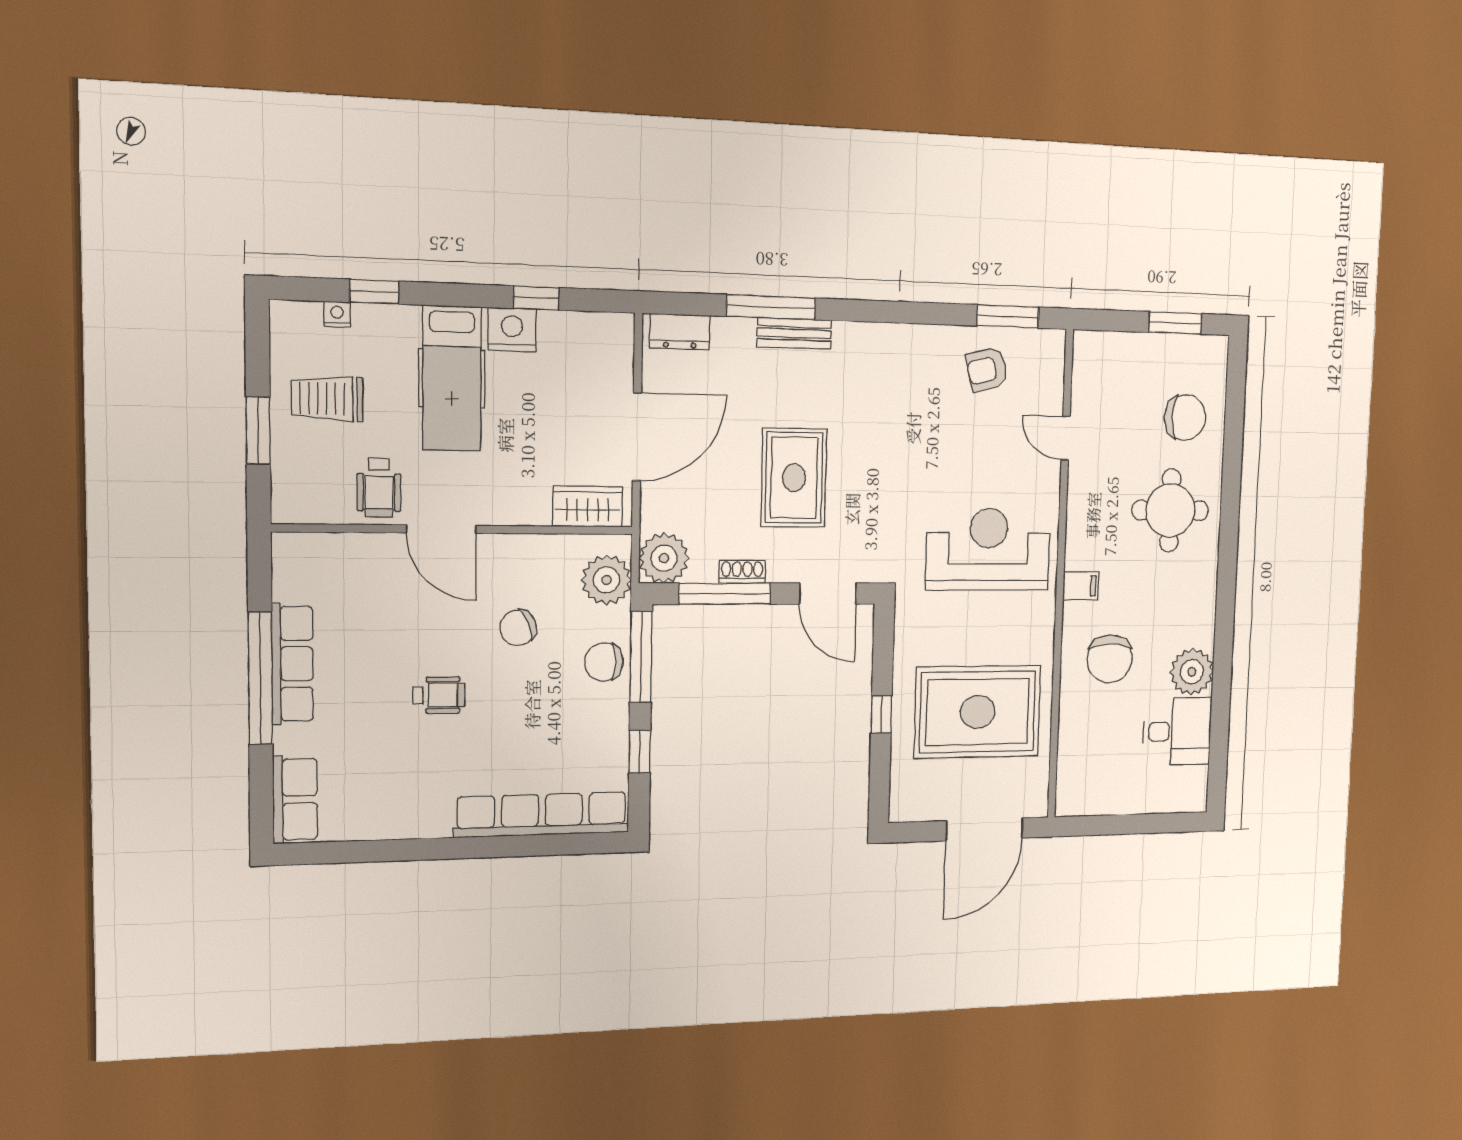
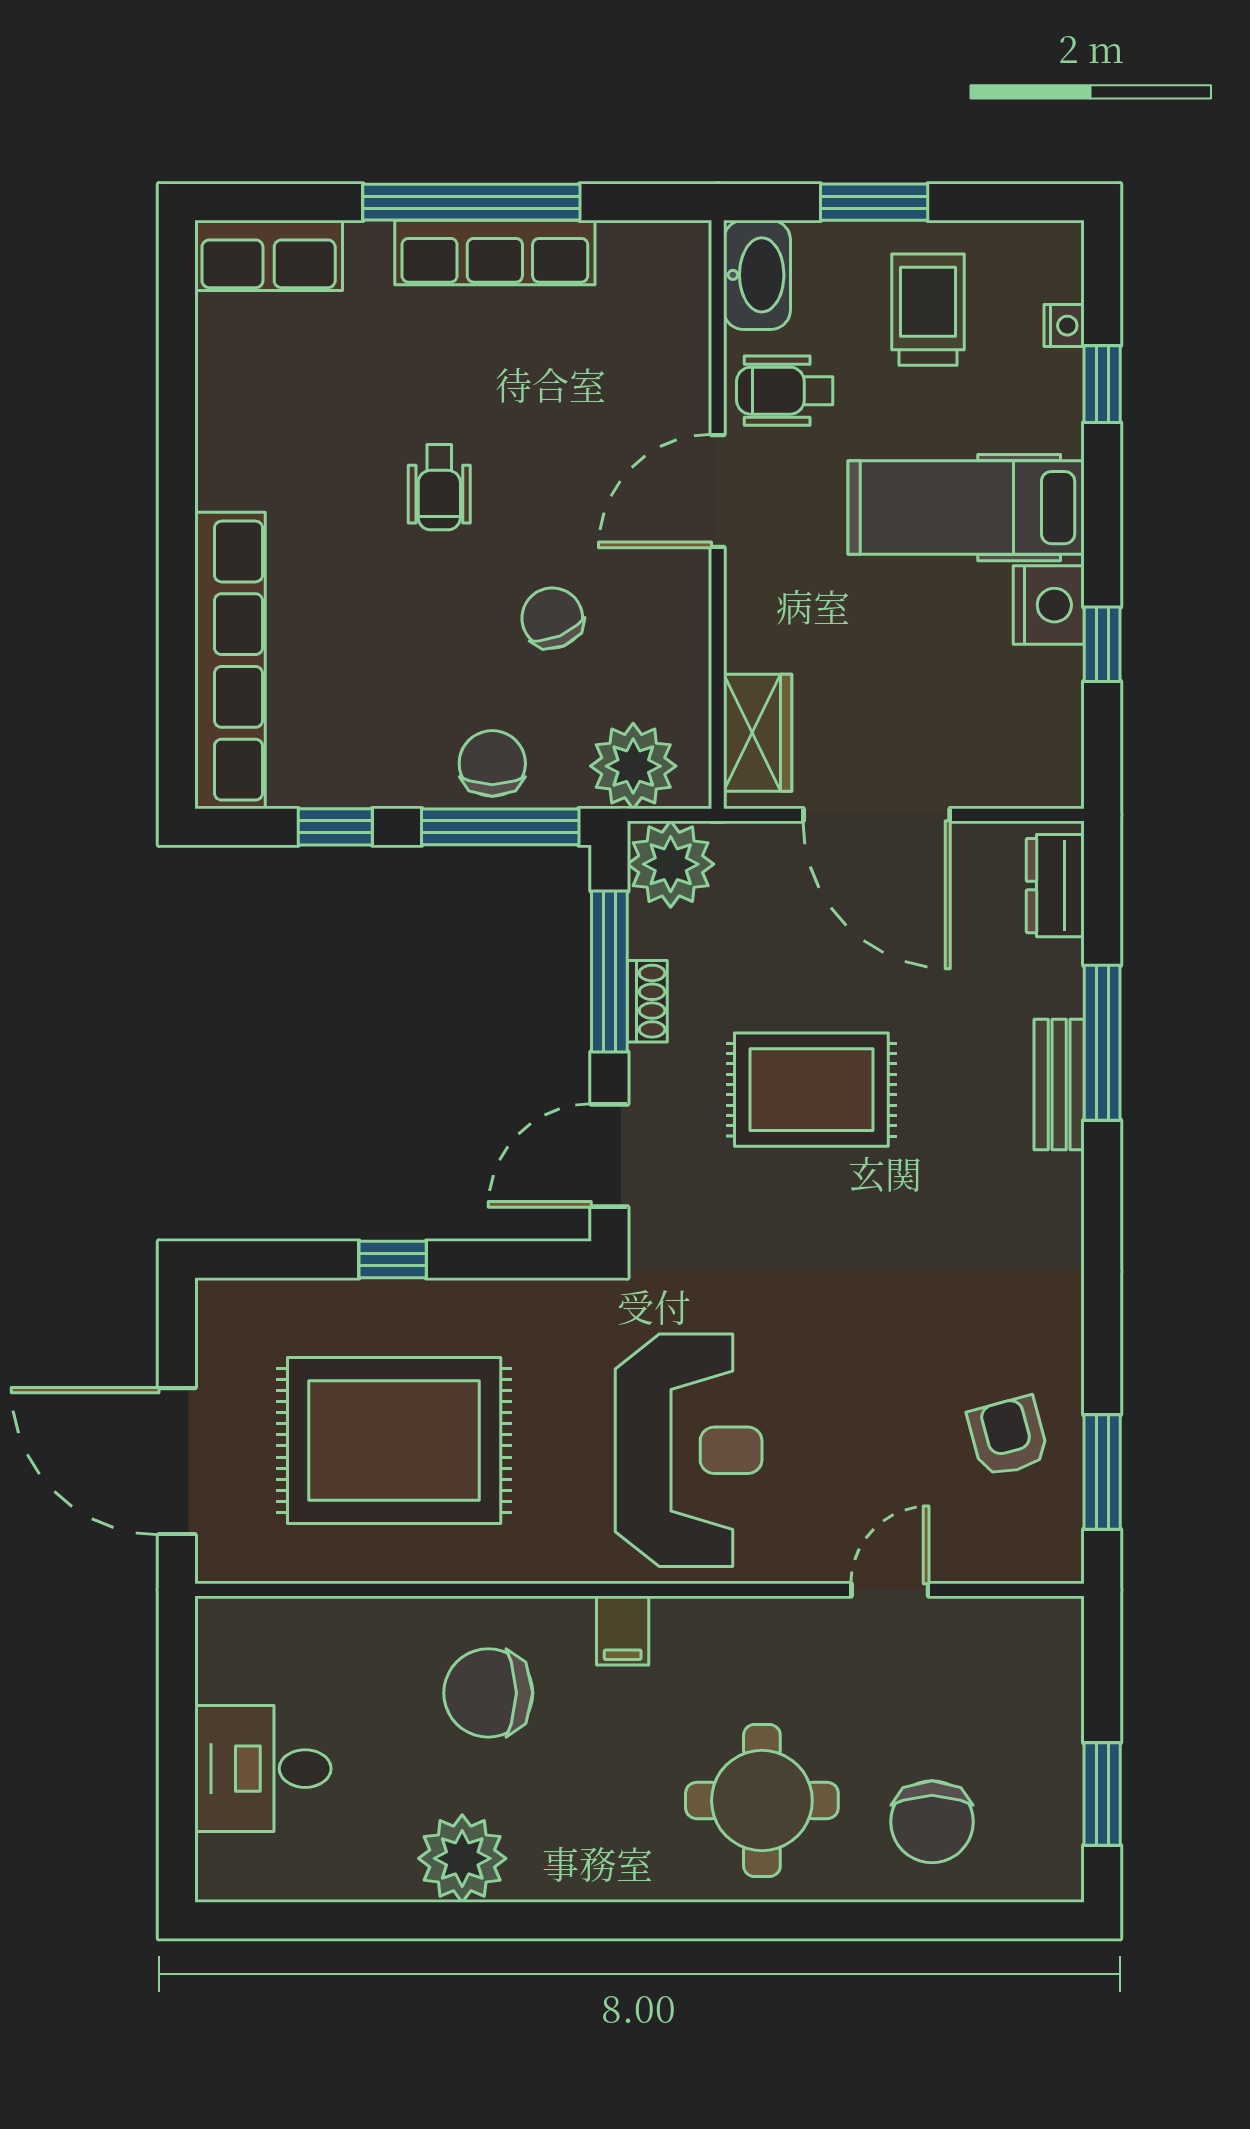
washbasin: (306, 504) -> (757, 275), added
rug: (978, 712) -> (394, 1440), turned 90
desk: (1177, 731) -> (263, 1769), moved, turned 90

